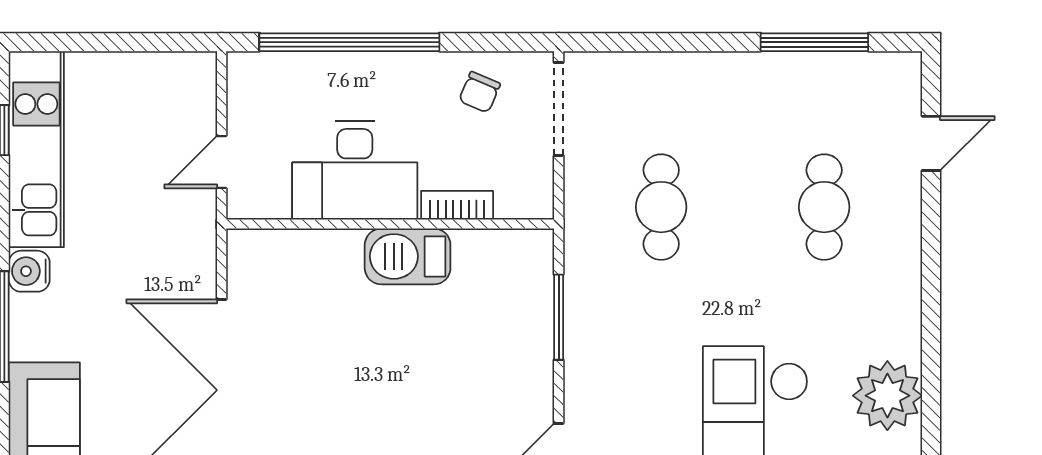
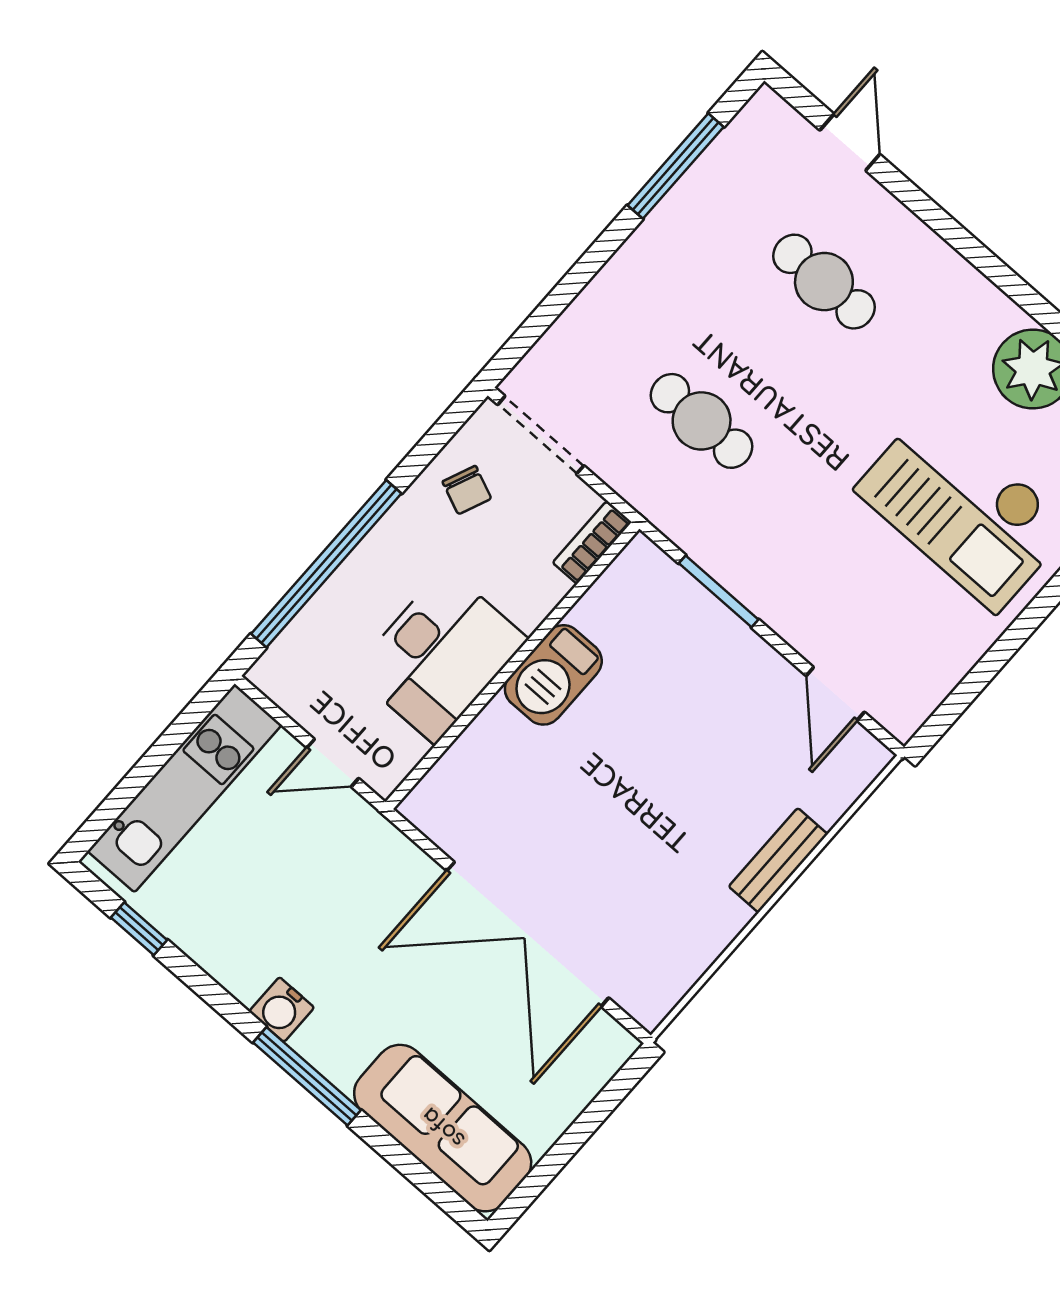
kitchen unit: (36, 149) -> (185, 788), moved, turned 90
door: (222, 162) -> (333, 763), hinge flipped
bookcase: (457, 205) -> (592, 543), moved

